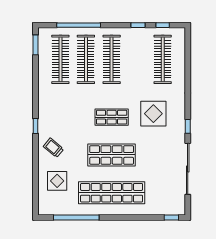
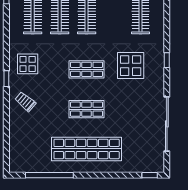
window: (188, 126) -> (167, 60), moved
shop shelf: (112, 155) -> (87, 109), width x0.70, depth x0.74
display table: (57, 181) -> (28, 64), moved

